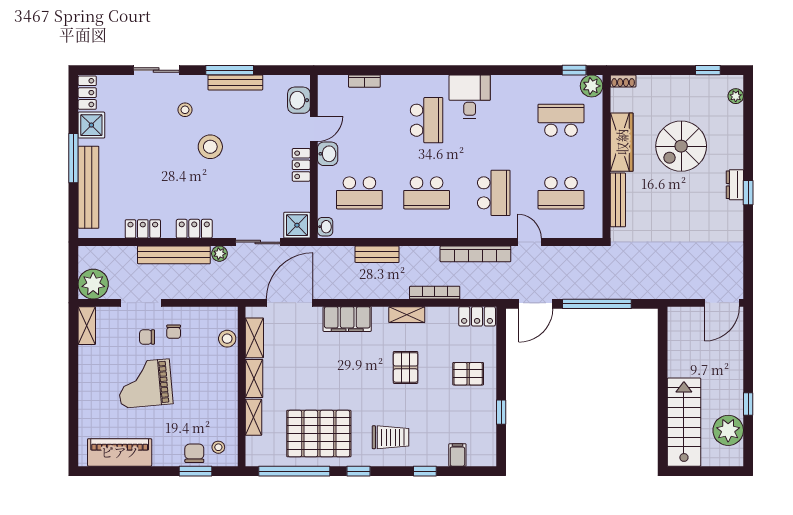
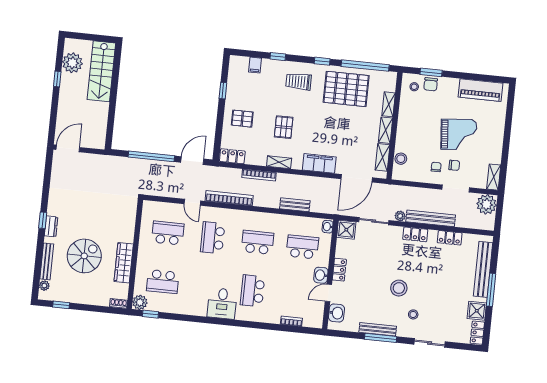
bench: (618, 200) -> (47, 261), moved

